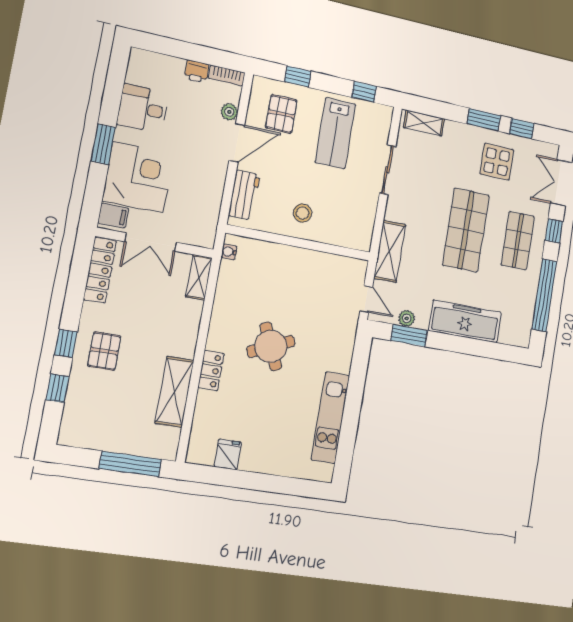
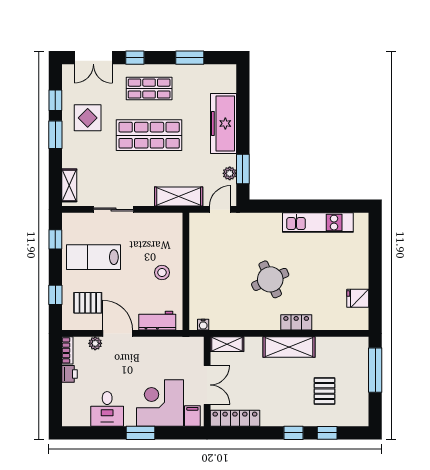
lab bench: (335, 133) -> (94, 257), turned 180
window: (544, 295) -> (190, 58), width x0.47
pallet: (104, 351) -> (325, 391), moved, turned 90
shelving: (174, 392) -> (289, 347), moved

